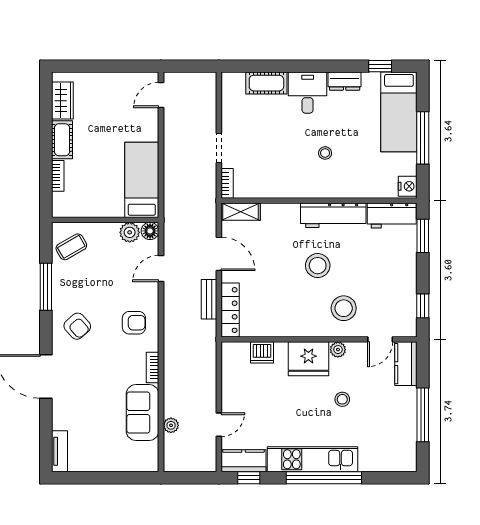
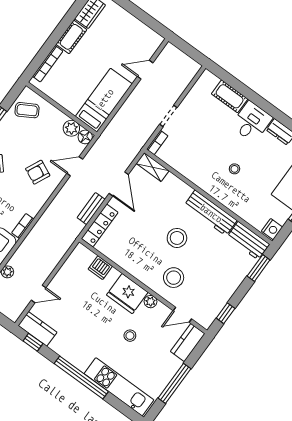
door: (161, 95) -> (145, 70), moved
bookcase: (58, 176) -> (48, 64), width x1.56
armchair: (134, 323) -> (38, 172), moved, turned 115
kitchen unit: (313, 459) -> (119, 387), moved

